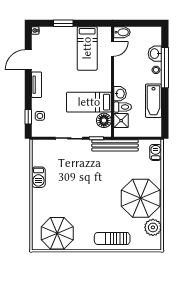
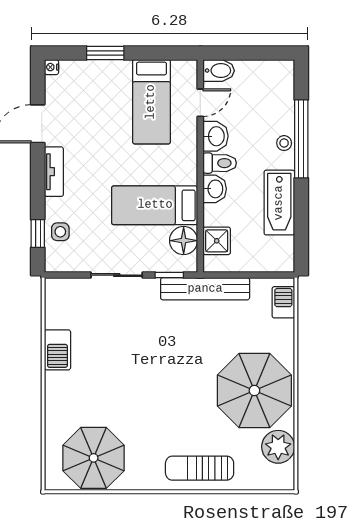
washbasin: (155, 54) -> (216, 136), moved, turned 180
toilet: (123, 107) -> (220, 163), moved

